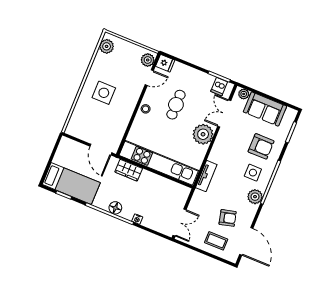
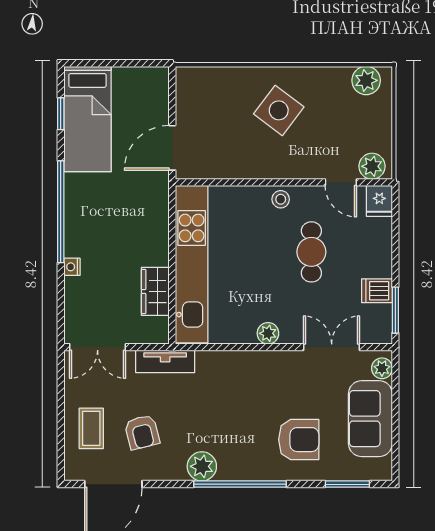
dishwasher: (219, 87) -> (377, 291), moved
side table: (104, 93) -> (279, 110), turned 37
cafe table: (176, 105) -> (311, 252), turned 90
plant: (203, 134) -> (268, 333), width x0.53, depth x0.53
armchair: (261, 146) -> (299, 440), turned -90
wardrobe: (129, 170) -> (155, 291), moved
side table: (253, 173) -> (244, 444), removed
tv unit: (206, 176) -> (165, 361), moved
floor lamp: (115, 208) -> (76, 218), removed

